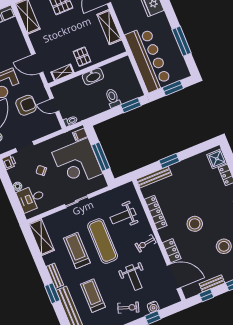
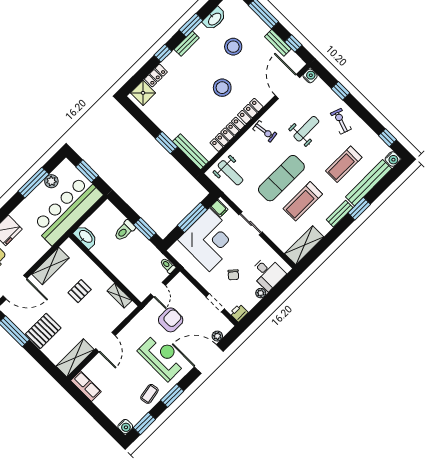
plant: (177, 56) -> (51, 181), added
pallet: (82, 57) -> (80, 291), moved
door: (37, 63) -> (105, 342), moved
washbasin: (93, 76) -> (86, 237), moved
armchair: (26, 105) -> (171, 320), turned 90
window: (131, 105) -> (145, 229), moved
filing cabinet: (80, 135) -> (219, 208), moved
weight bench: (123, 216) -> (230, 173), moved
locker: (172, 251) -> (250, 111), moved
water cooler: (153, 307) -> (310, 76), moved

